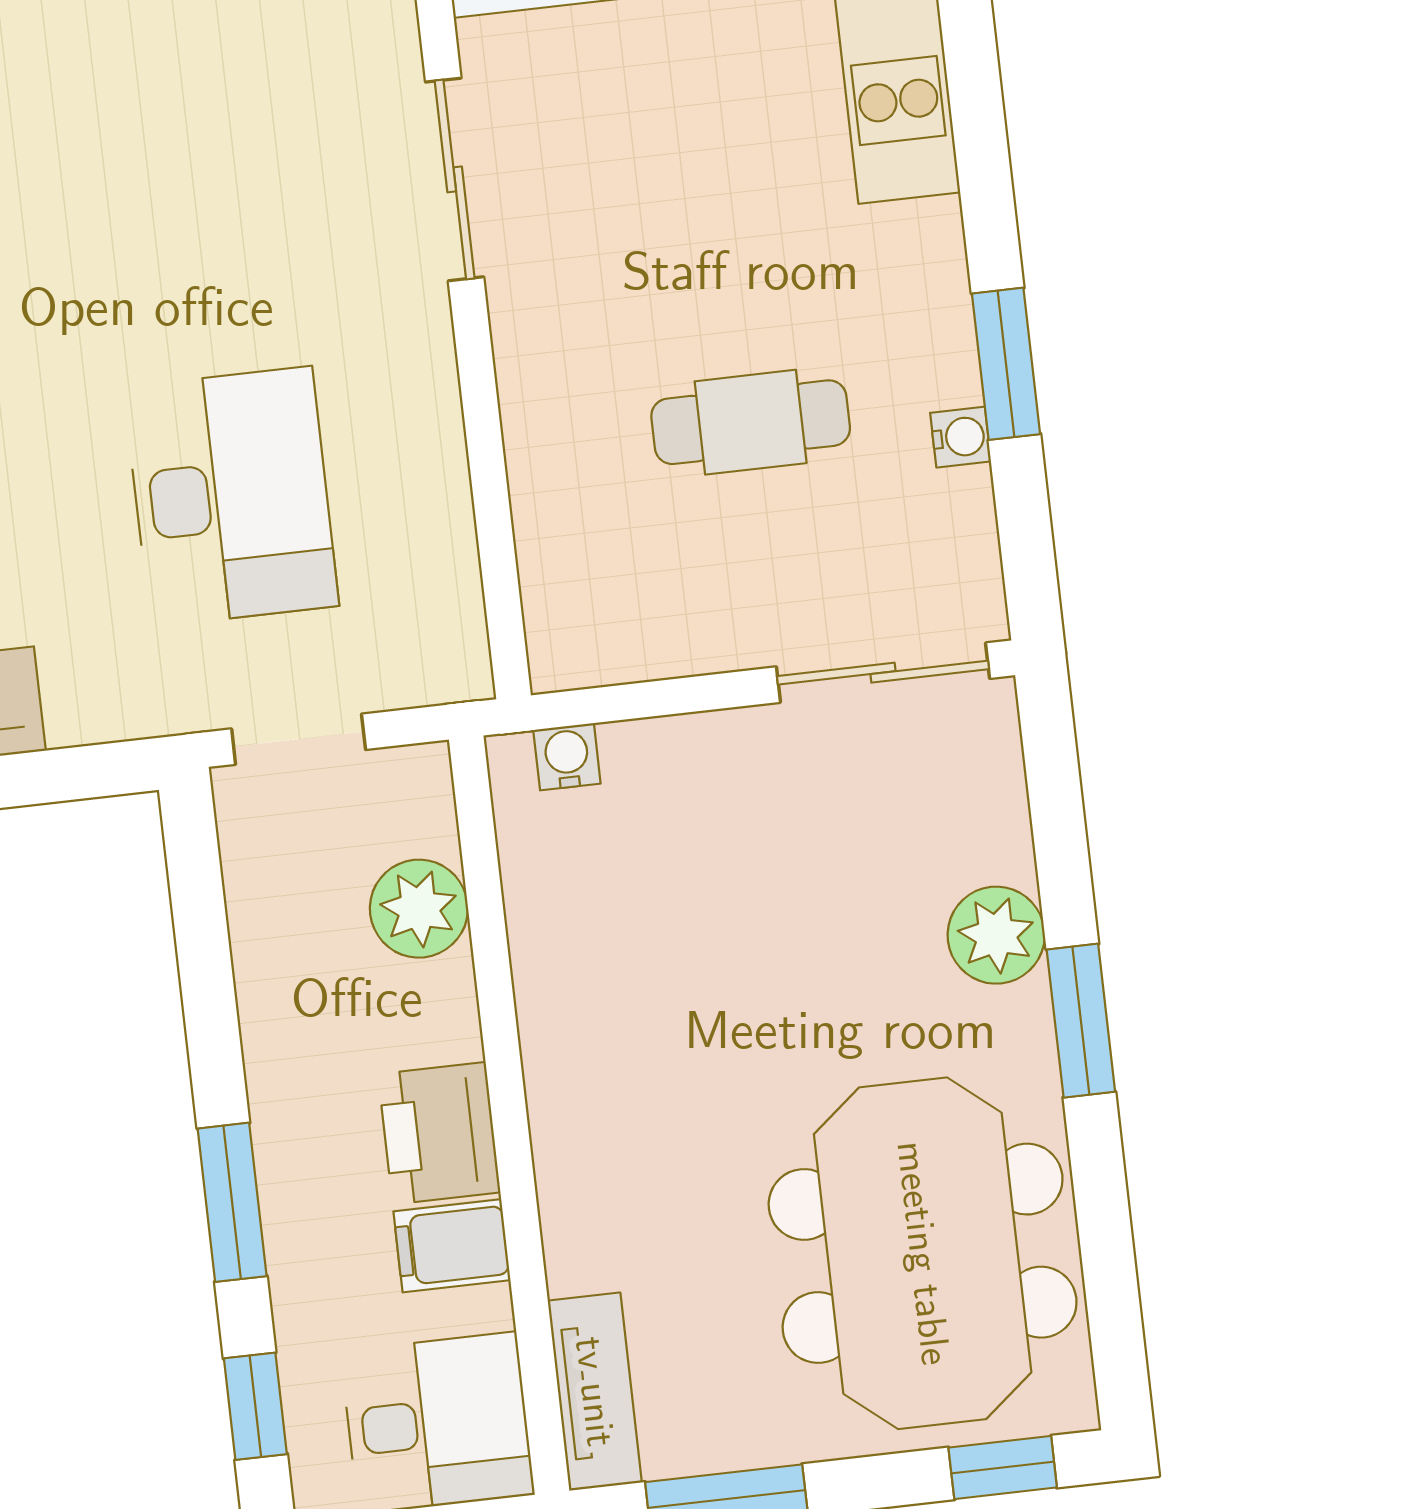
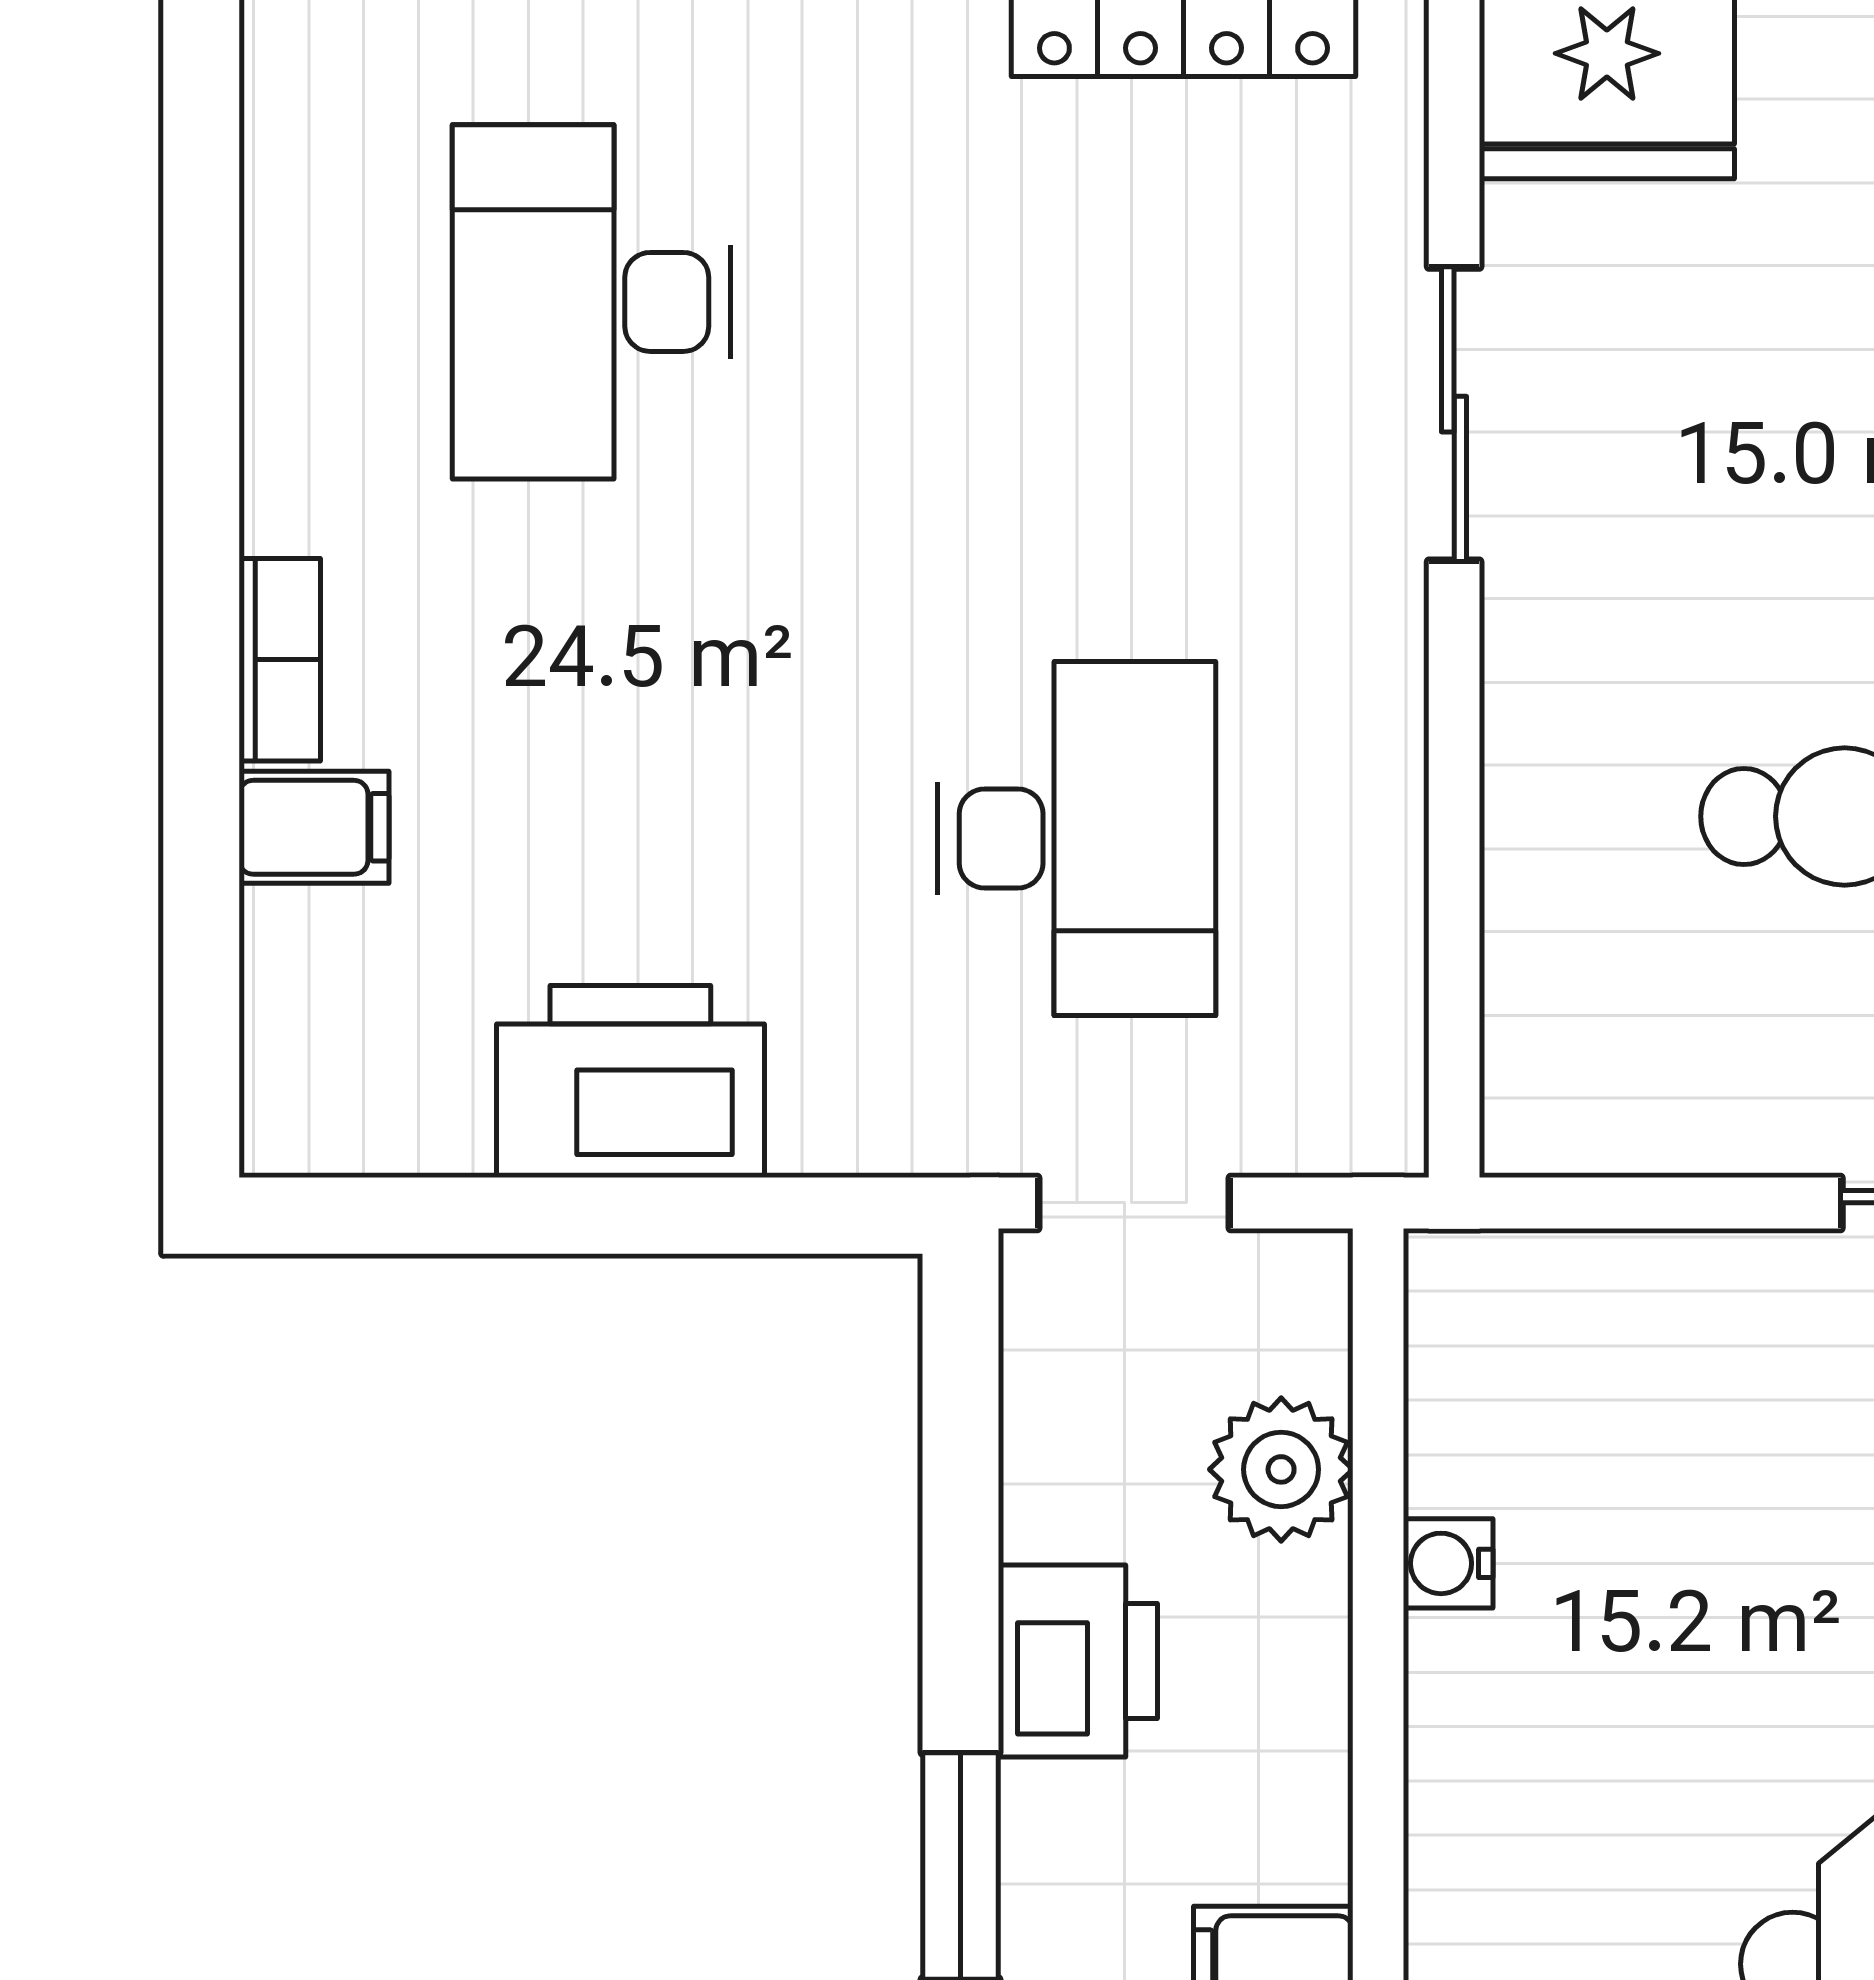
water cooler: (567, 757) -> (1448, 1563), moved, turned -90
printer: (439, 1133) -> (1078, 1661), moved, turned 180

